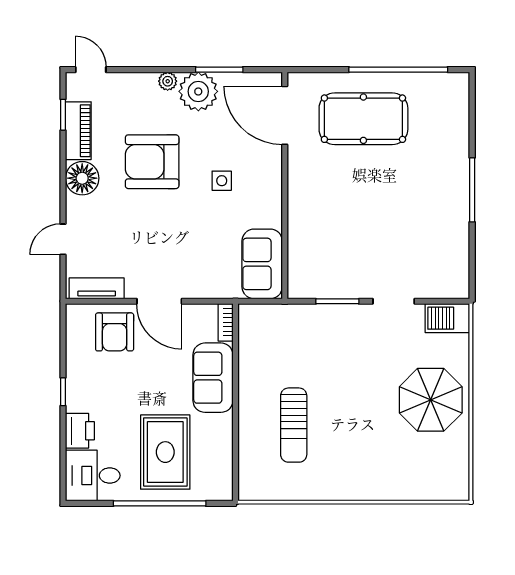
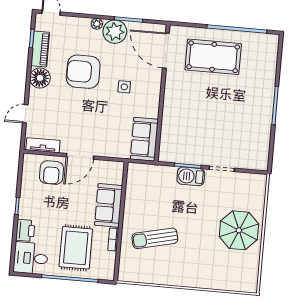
door: (159, 301) -> (80, 156), hinge flipped
barbecue: (447, 318) -> (191, 176), moved
bookcase: (226, 322) -> (113, 239), moved
sun lounger: (294, 425) -> (155, 238), turned 77

